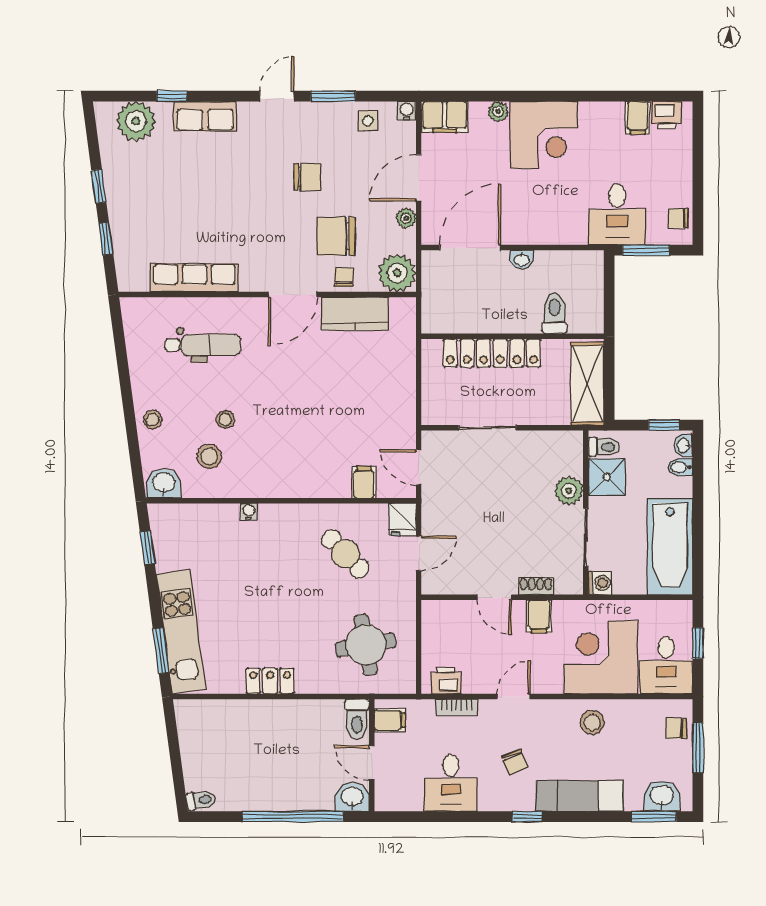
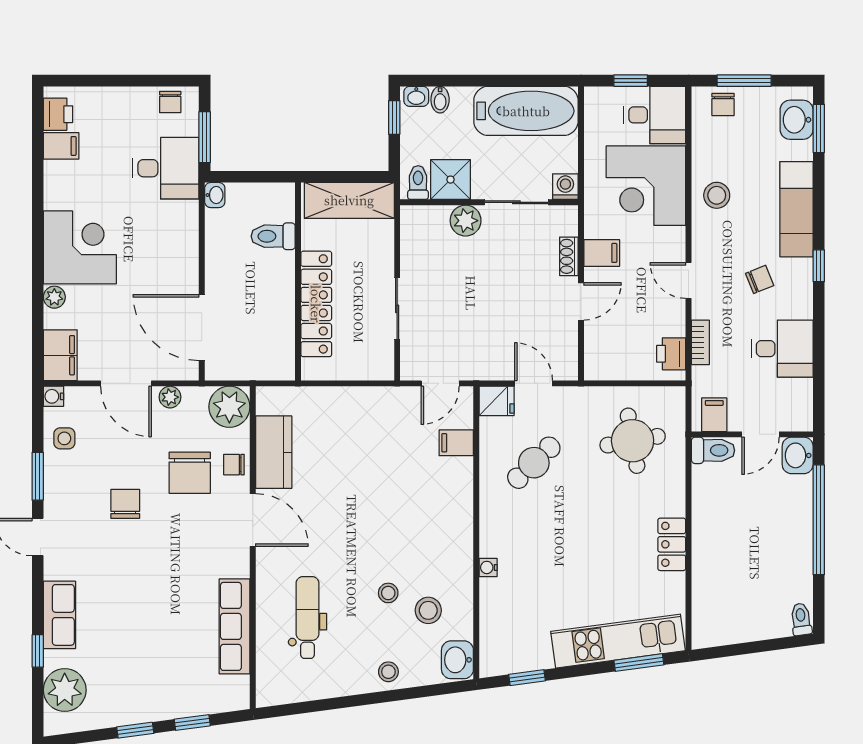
washbasin: (522, 260) -> (215, 195), moved

